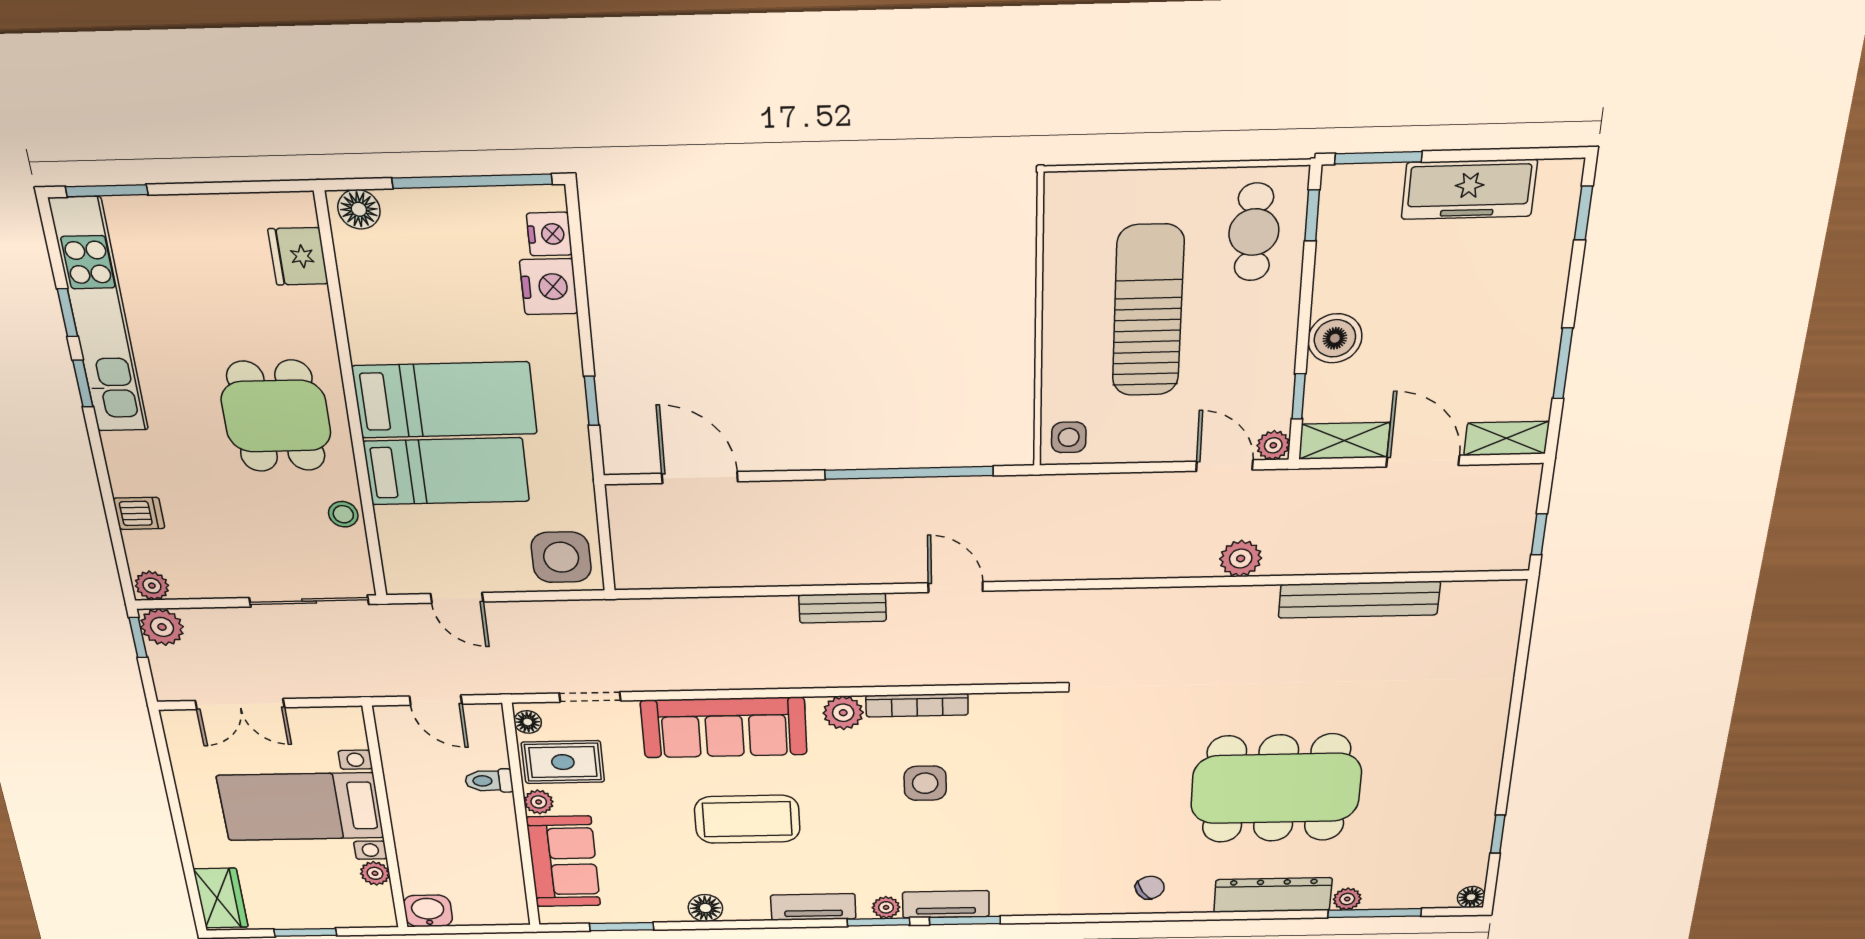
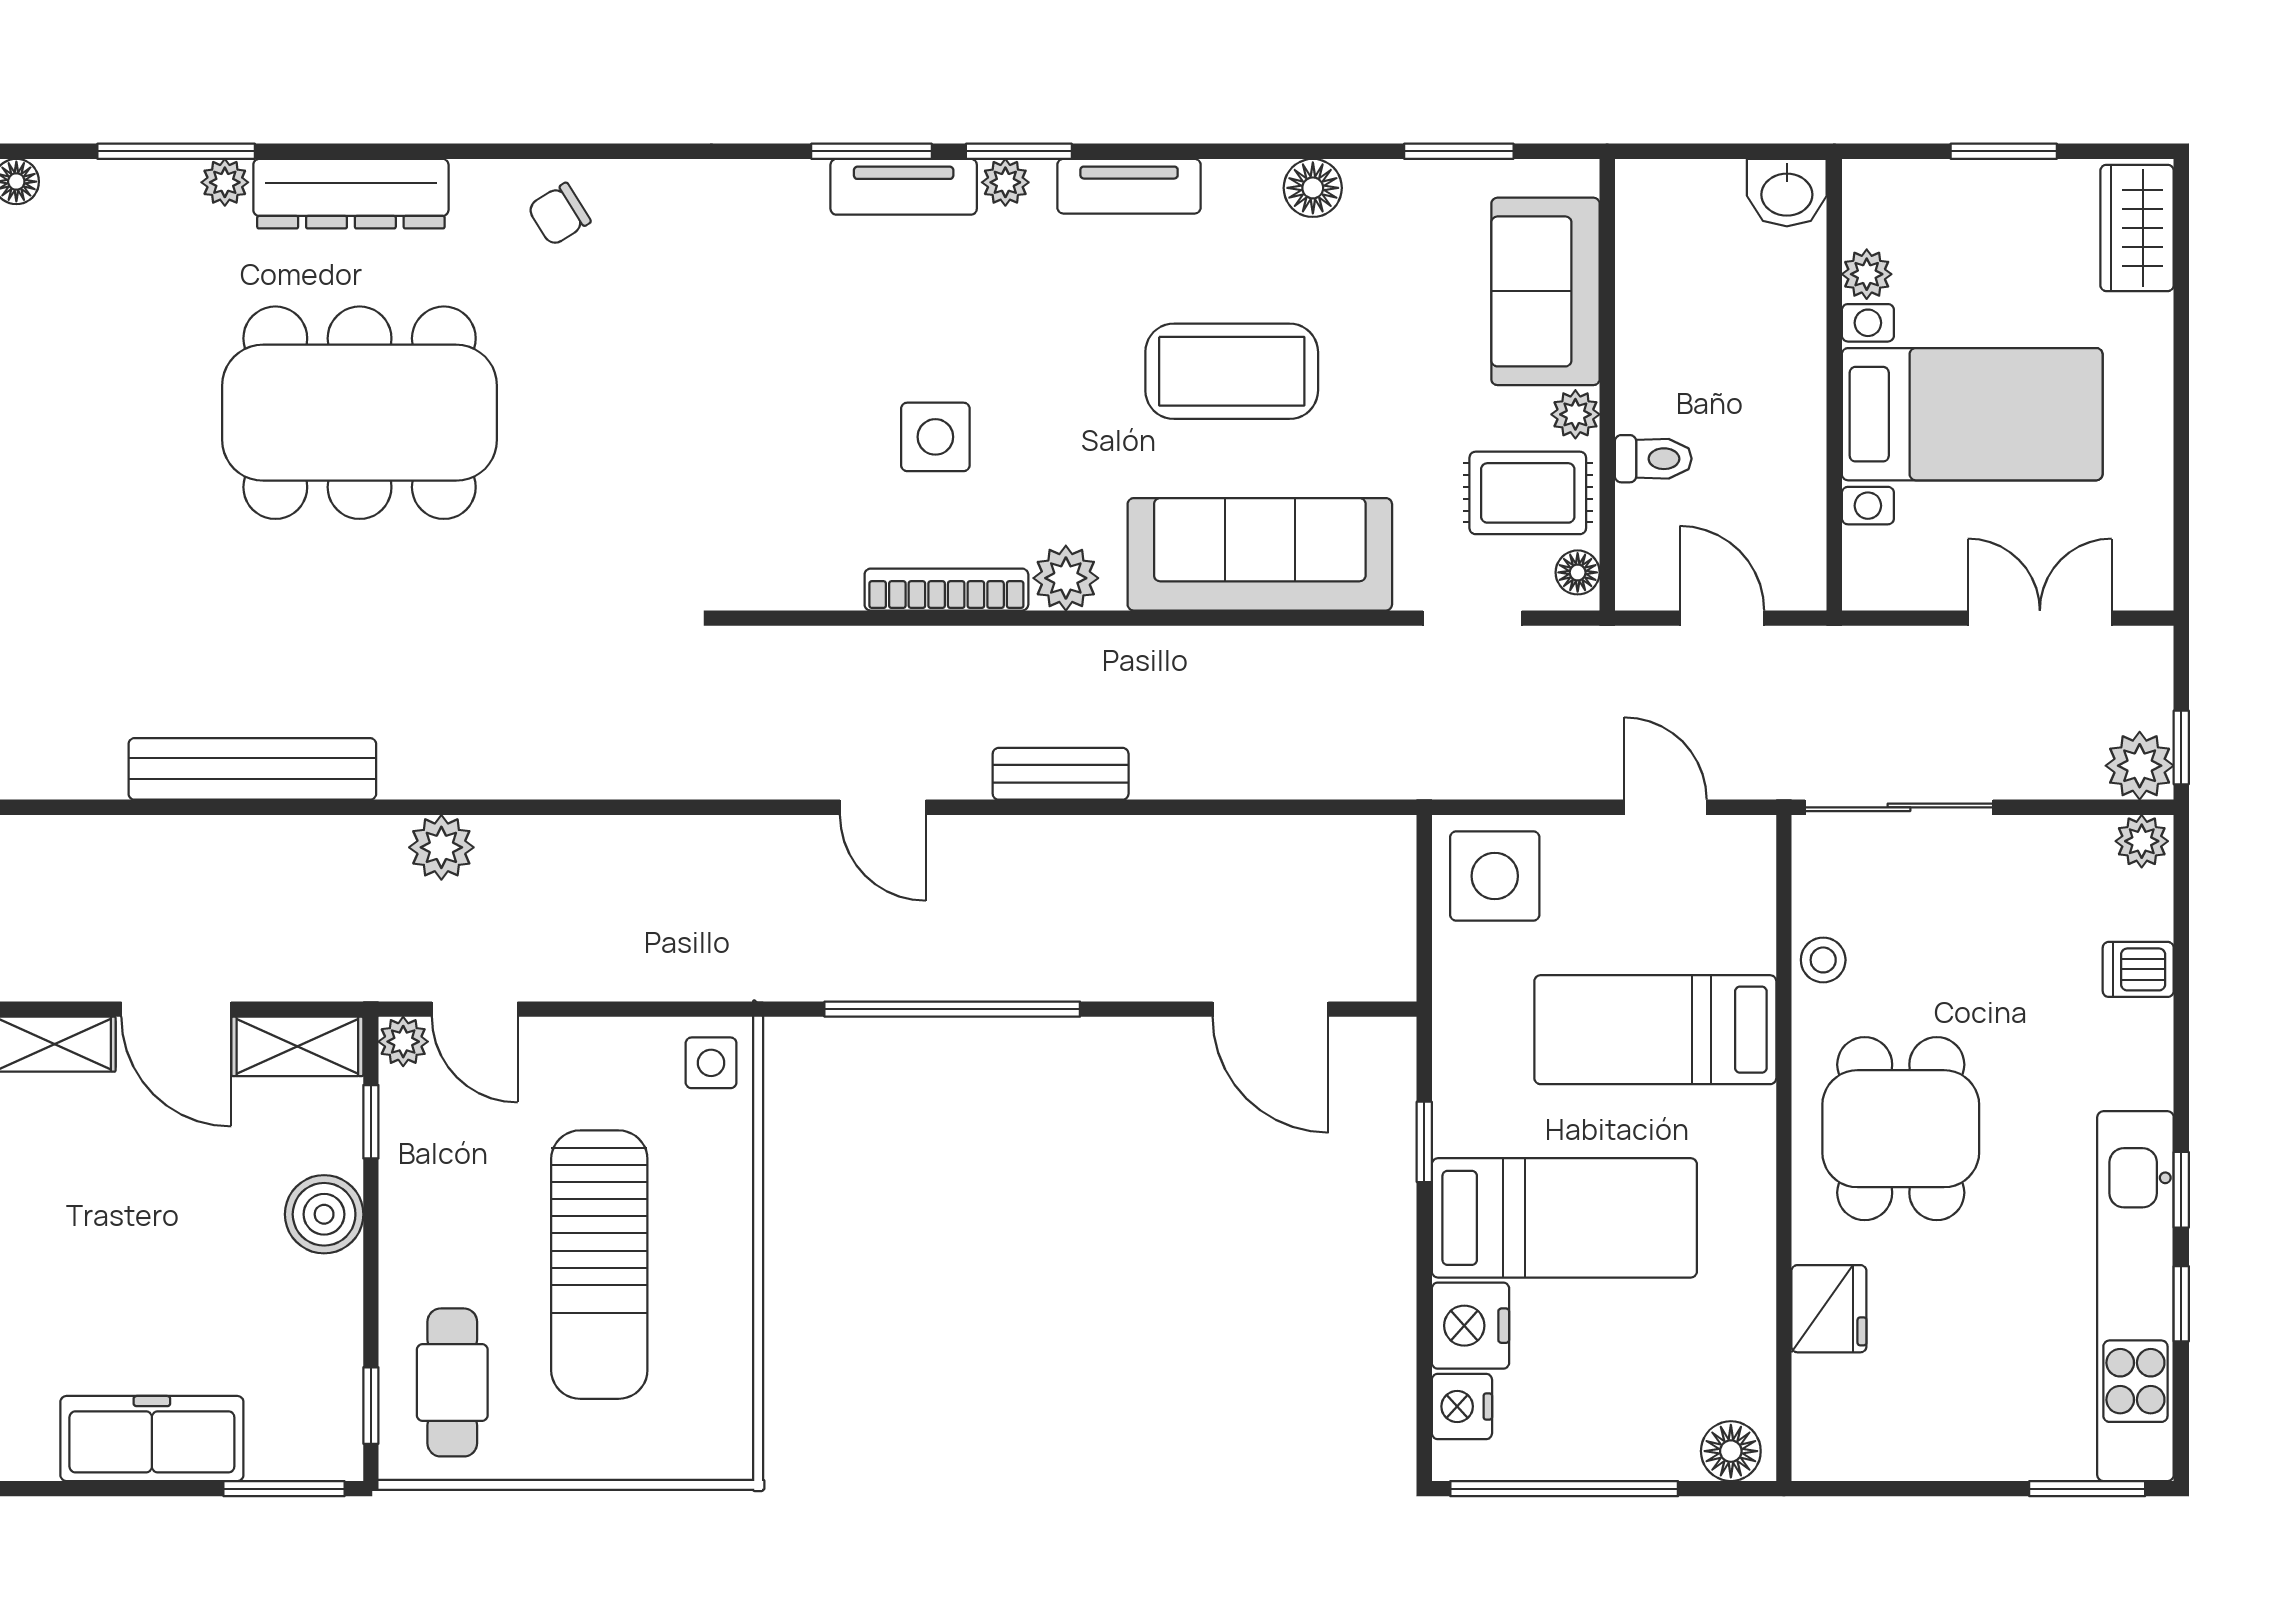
fridge: (298, 256) -> (1829, 1309), moved
bed: (445, 400) -> (1564, 1218), moved, turned 180

